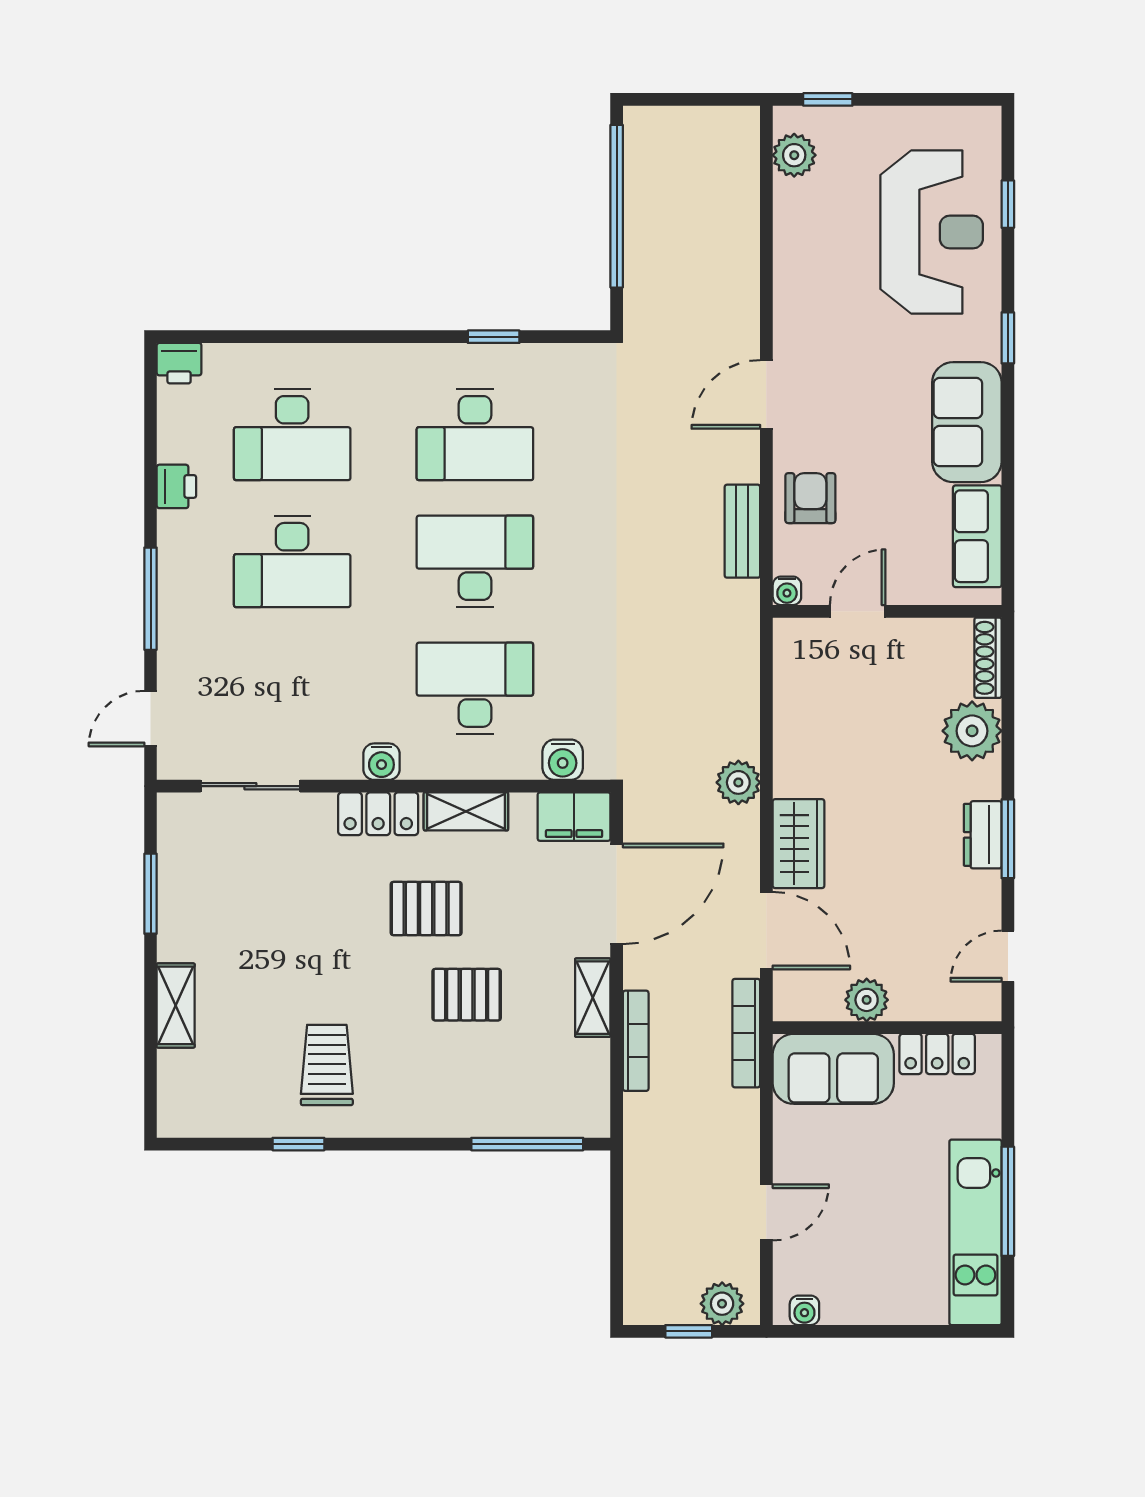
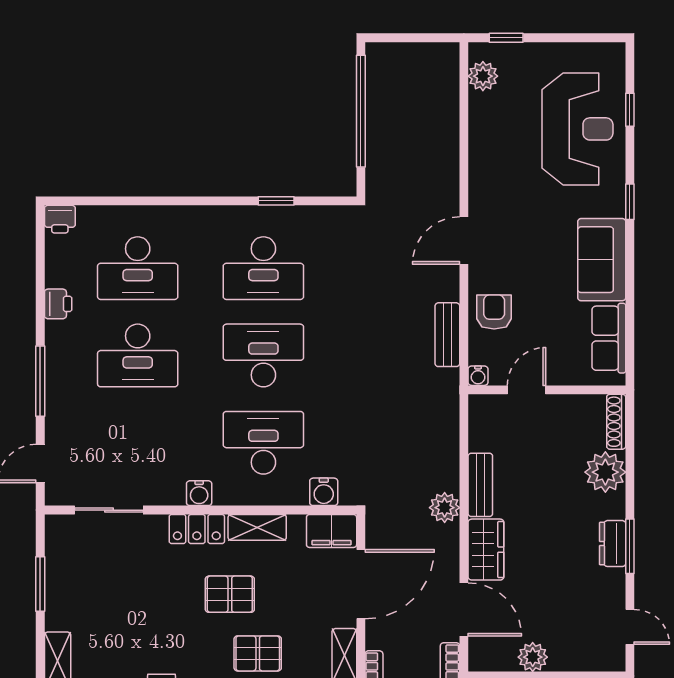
bench: (790, 750) -> (480, 485), added
door: (1008, 956) -> (630, 627), swing flipped

